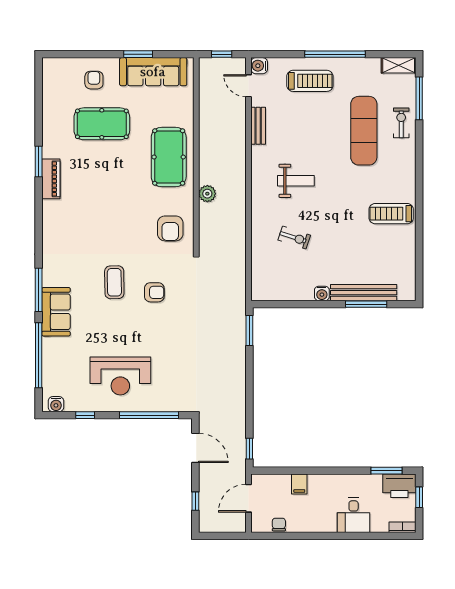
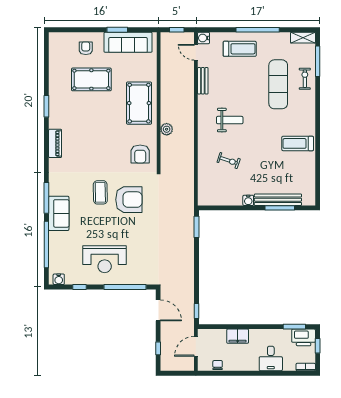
piano: (51, 179) -> (55, 143), moved
armchair: (154, 292) -> (129, 200), width x1.88, depth x1.88
filing cabinet: (299, 484) -> (238, 336), width x2.00

